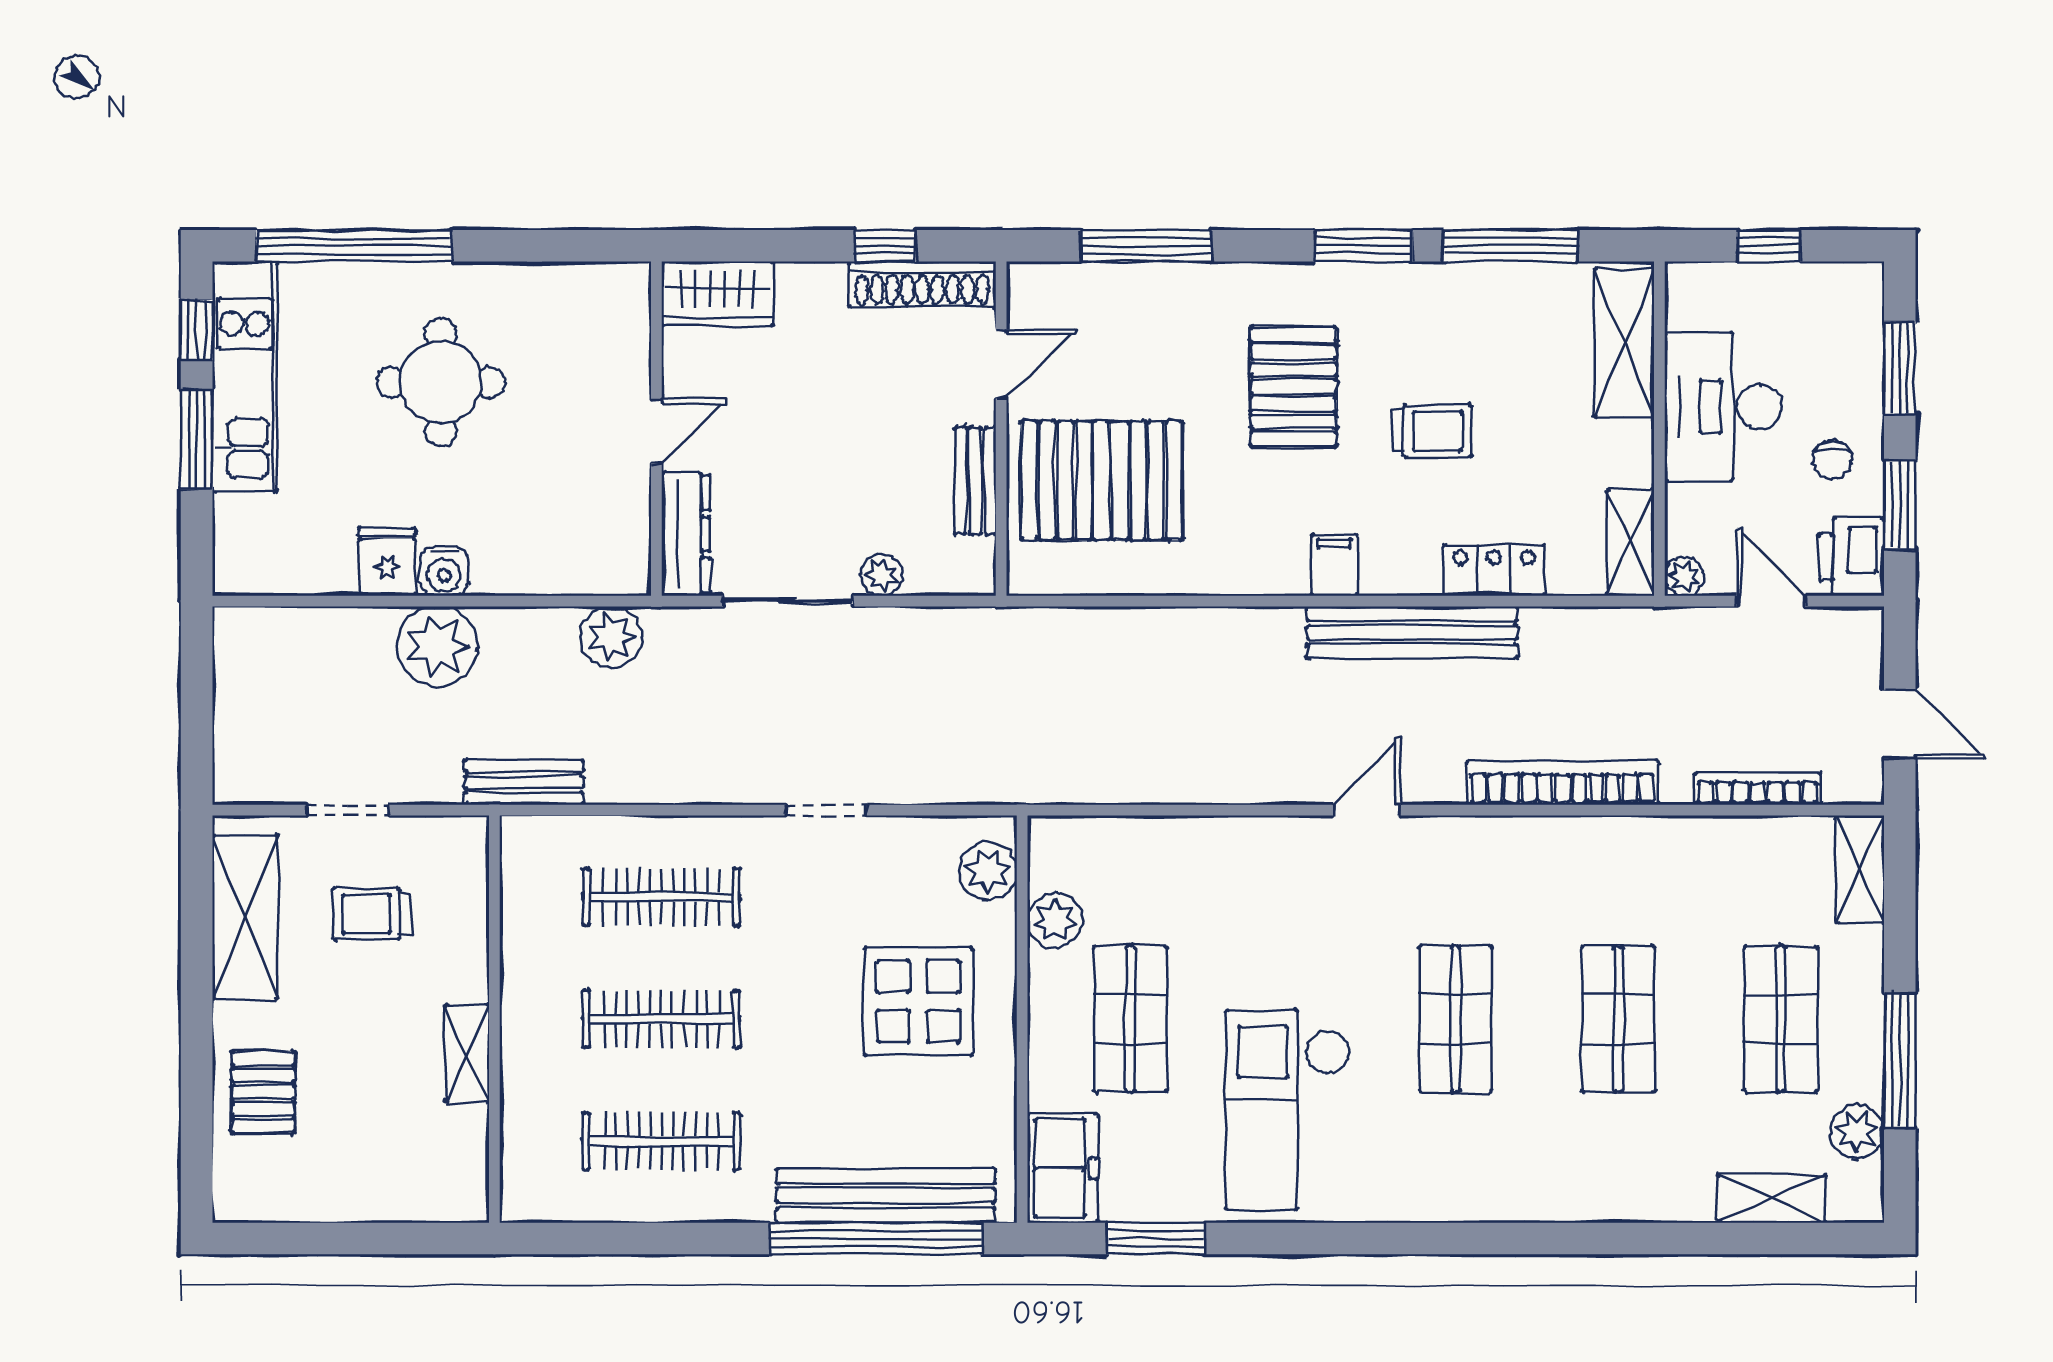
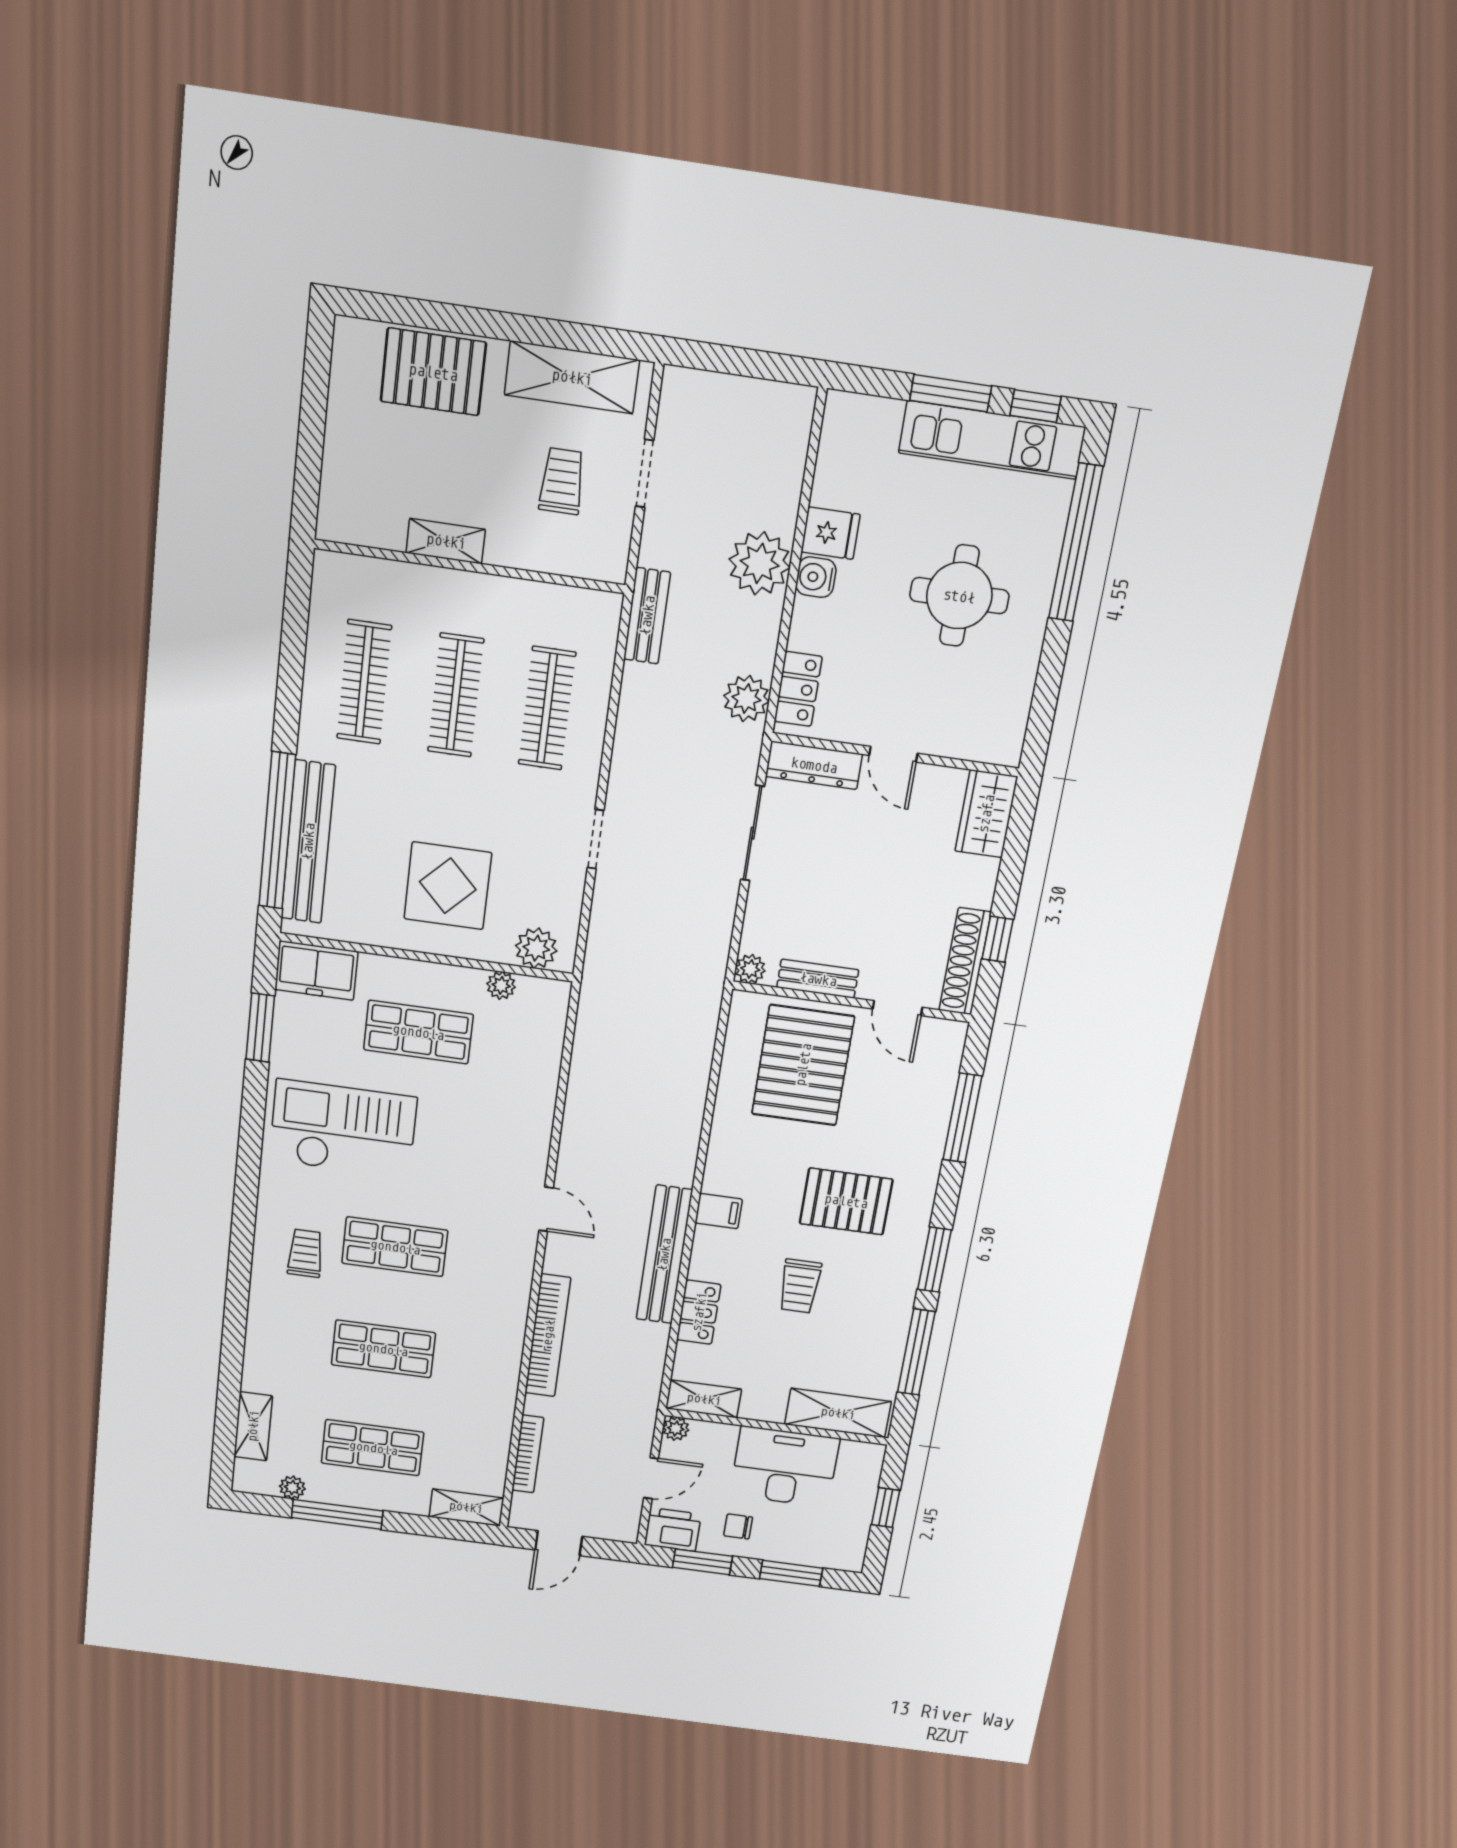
locker: (589, 571) -> (798, 689), added
plant: (882, 575) -> (750, 969), moved
plant: (1055, 920) -> (501, 985), width x0.73, depth x0.73
pallet: (263, 1092) -> (433, 372), width x1.50, depth x1.42
plant: (1857, 1132) -> (292, 1488), width x0.73, depth x0.73
trolley: (1484, 1146) -> (305, 1253), added

